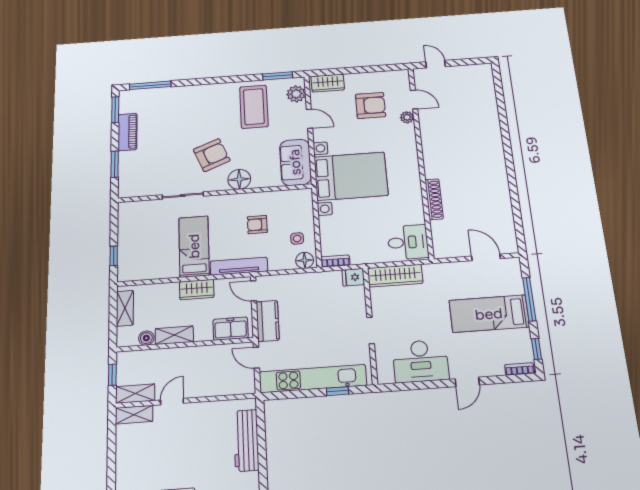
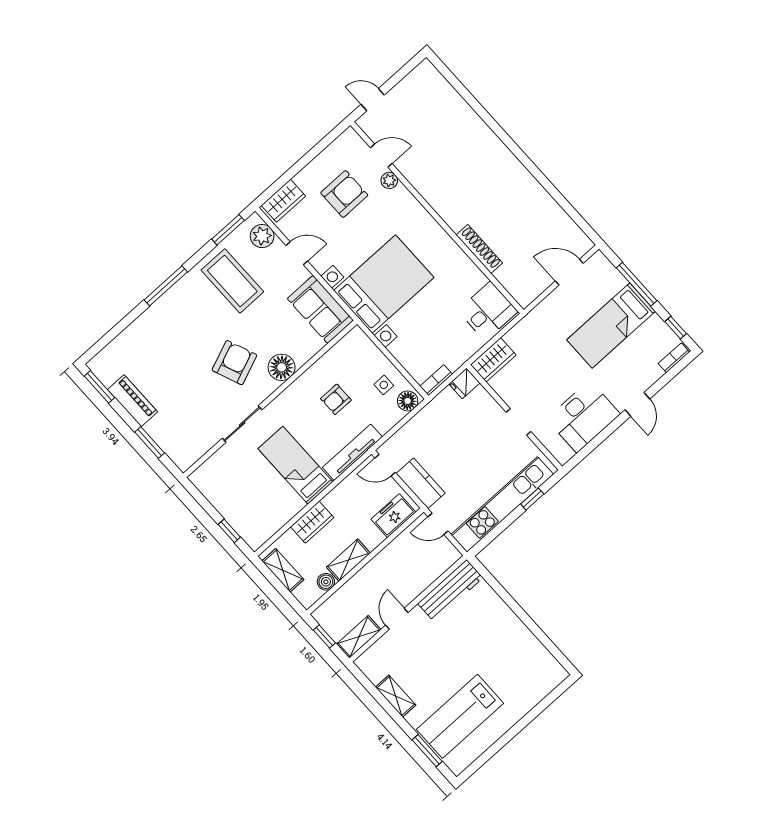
window: (150, 85) -> (166, 286), moved
wardrobe: (395, 276) -> (493, 360), width x0.67
wardrobe: (197, 290) -> (312, 522), moved
shelving: (134, 415) -> (396, 696), moved, turned 90
workbench: (246, 440) -> (450, 591), moved, turned -90

